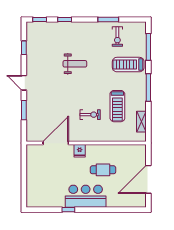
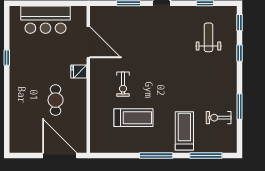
weight bench: (75, 64) -> (208, 37), moved, turned 180
treadmill: (117, 106) -> (133, 118), turned 180
shelving: (141, 122) -> (114, 147), removed
door: (148, 179) -> (60, 156), moved
bar counter: (86, 196) -> (45, 20), moved, turned 90

